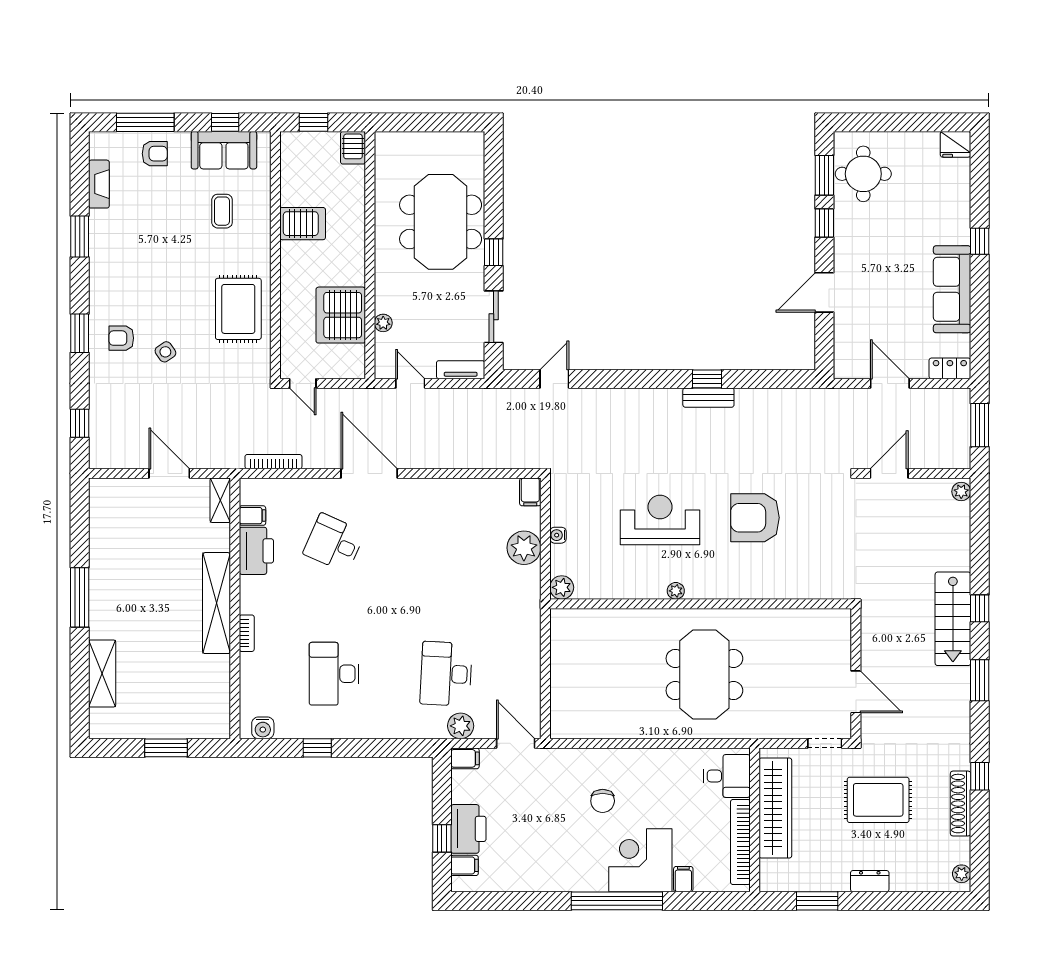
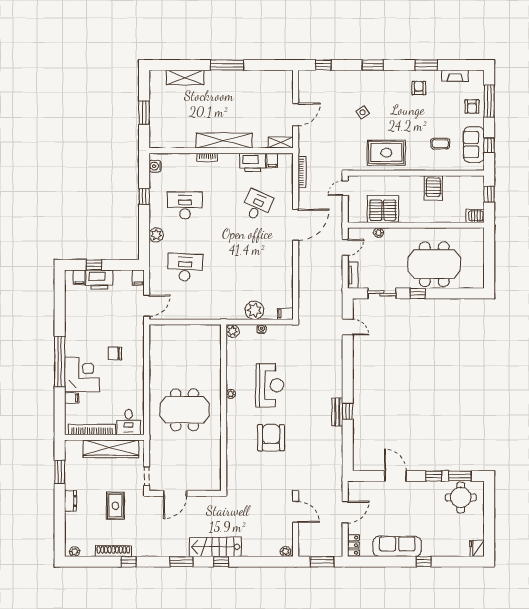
armchair: (121, 338) -> (419, 88), moved
plant: (461, 726) -> (156, 235), moved
rug: (878, 800) -> (115, 506), width x0.73, depth x0.70

